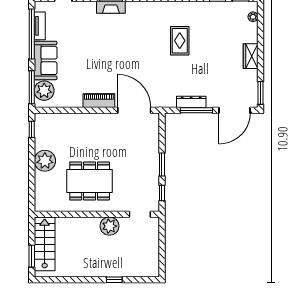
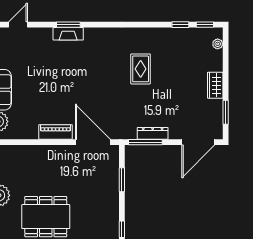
window: (260, 93) -> (226, 112), moved
window: (196, 110) -> (145, 142), moved
window: (162, 165) -> (122, 180), moved

